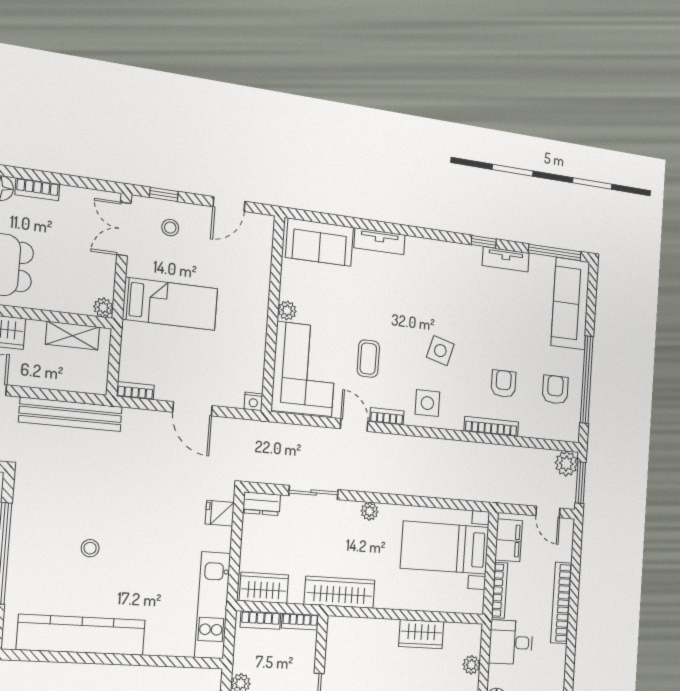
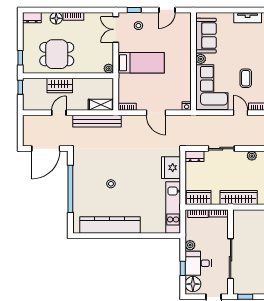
sofa: (320, 242) -> (206, 36), moved, turned -90
shelving: (72, 336) -> (101, 105), moved
fridge: (220, 513) -> (171, 168), width x1.88, depth x1.34

